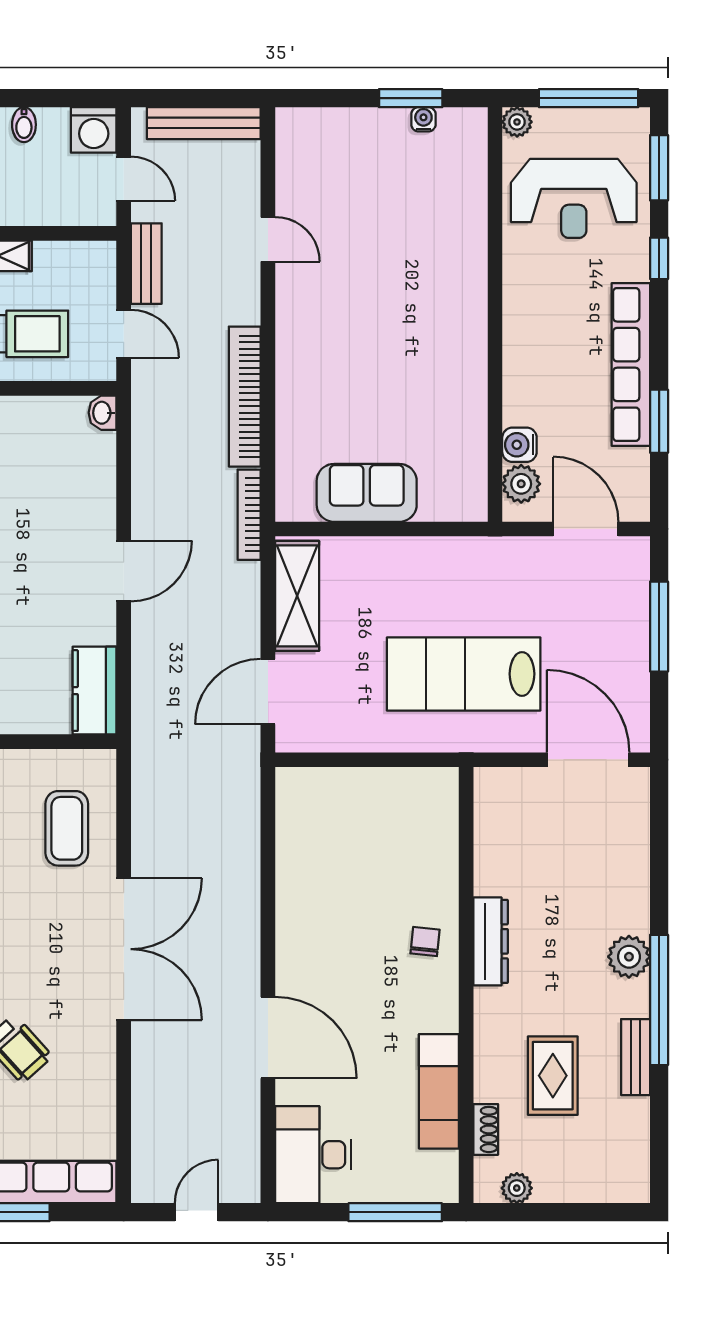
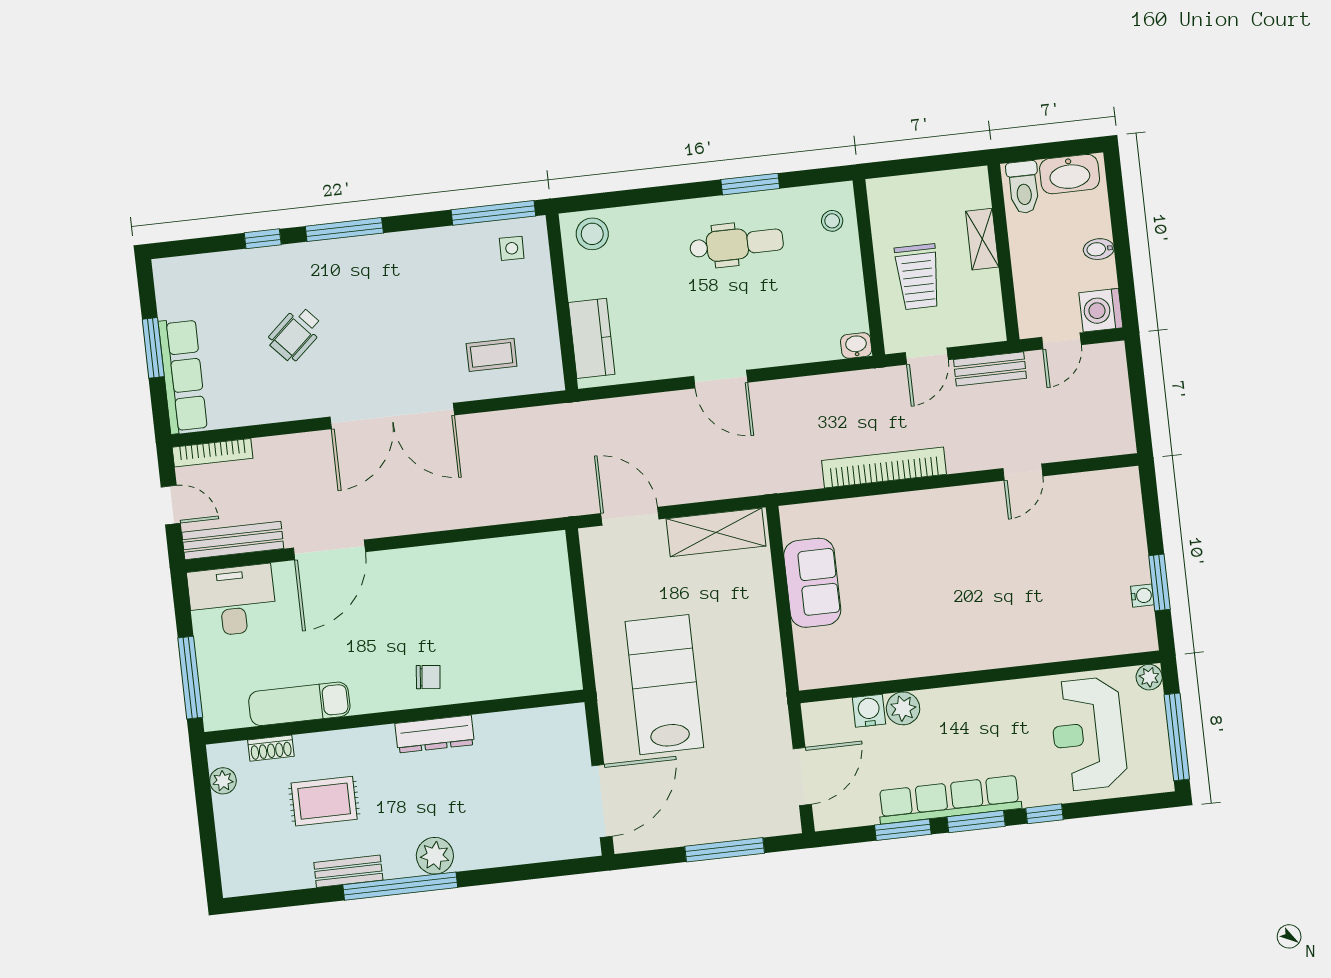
bench: (204, 123) -> (233, 540), moved, turned 90
window: (659, 168) -> (976, 822), moved
plant: (521, 484) -> (903, 708), moved
bookcase: (249, 515) -> (213, 453), moved, turned 180
kitchen counter: (95, 691) -> (592, 338), moved, turned 90
coffee table: (67, 828) -> (492, 355), width x0.73, depth x0.77

